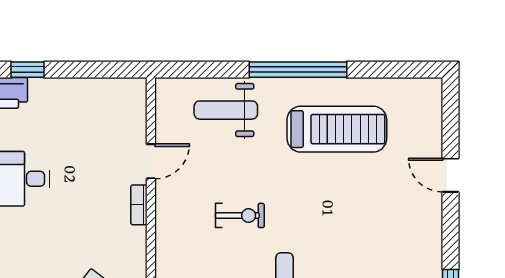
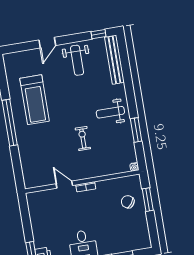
weight bench: (226, 110) -> (77, 60), moved
treadmill: (337, 129) -> (35, 100), turned 180

